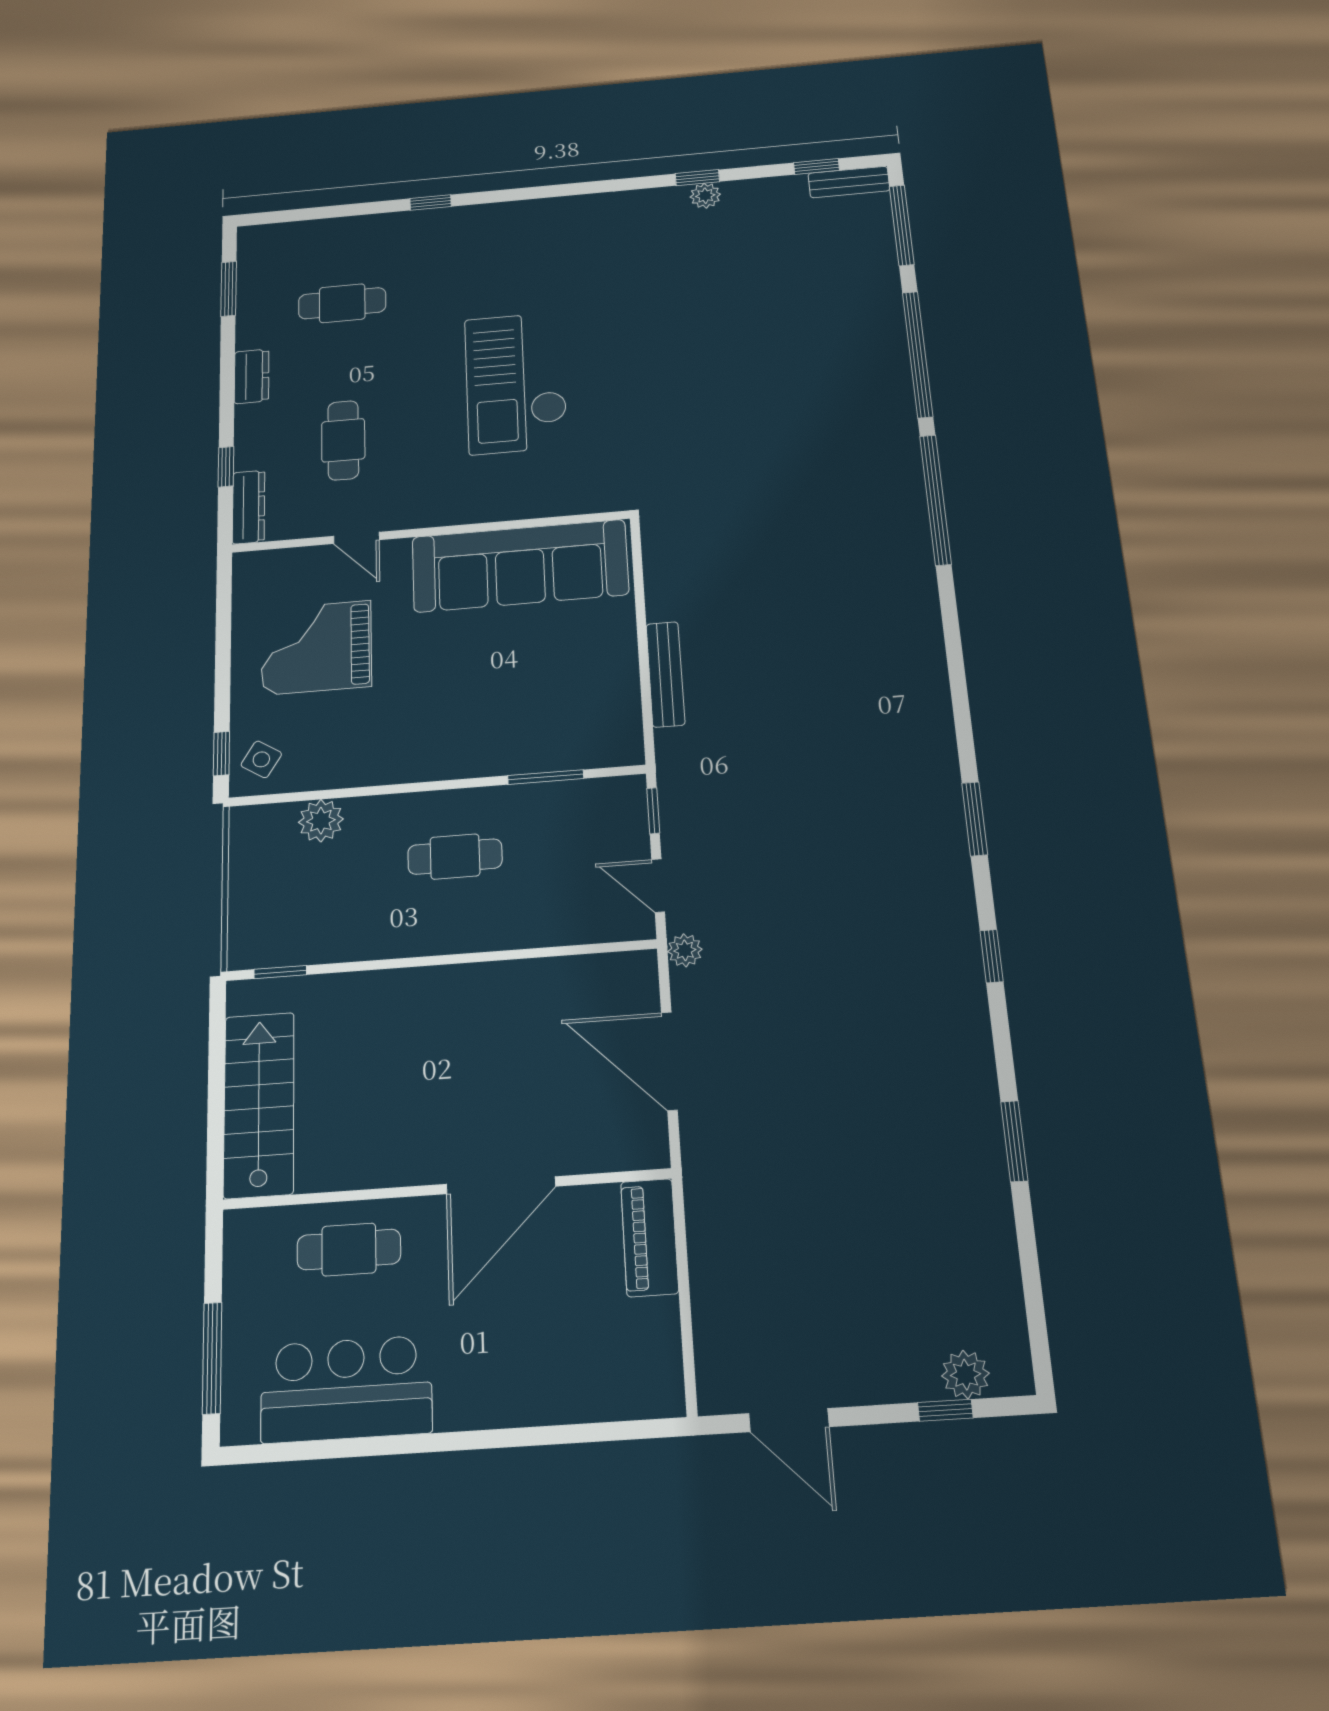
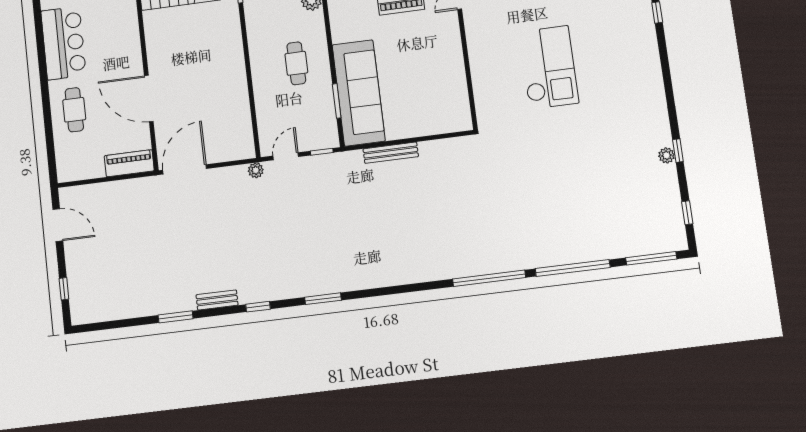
bench: (849, 182) -> (217, 300), moved, turned 90
checkout: (516, 383) -> (549, 67), turned 90
sofa: (520, 566) -> (359, 93), moved, turned 180
door: (669, 1061) -> (185, 169), moved
cafe table: (349, 1250) -> (74, 110), moved
plant: (965, 1375) -> (78, 297), removed
door: (789, 1420) -> (58, 225), swing flipped

